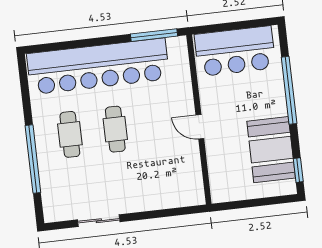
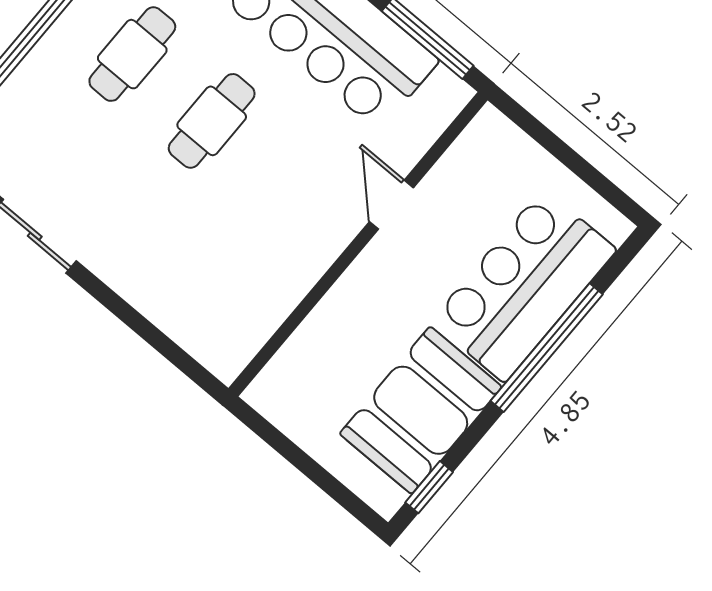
bar counter: (235, 51) -> (524, 285), moved, turned 90
door: (200, 127) -> (391, 205), moved

